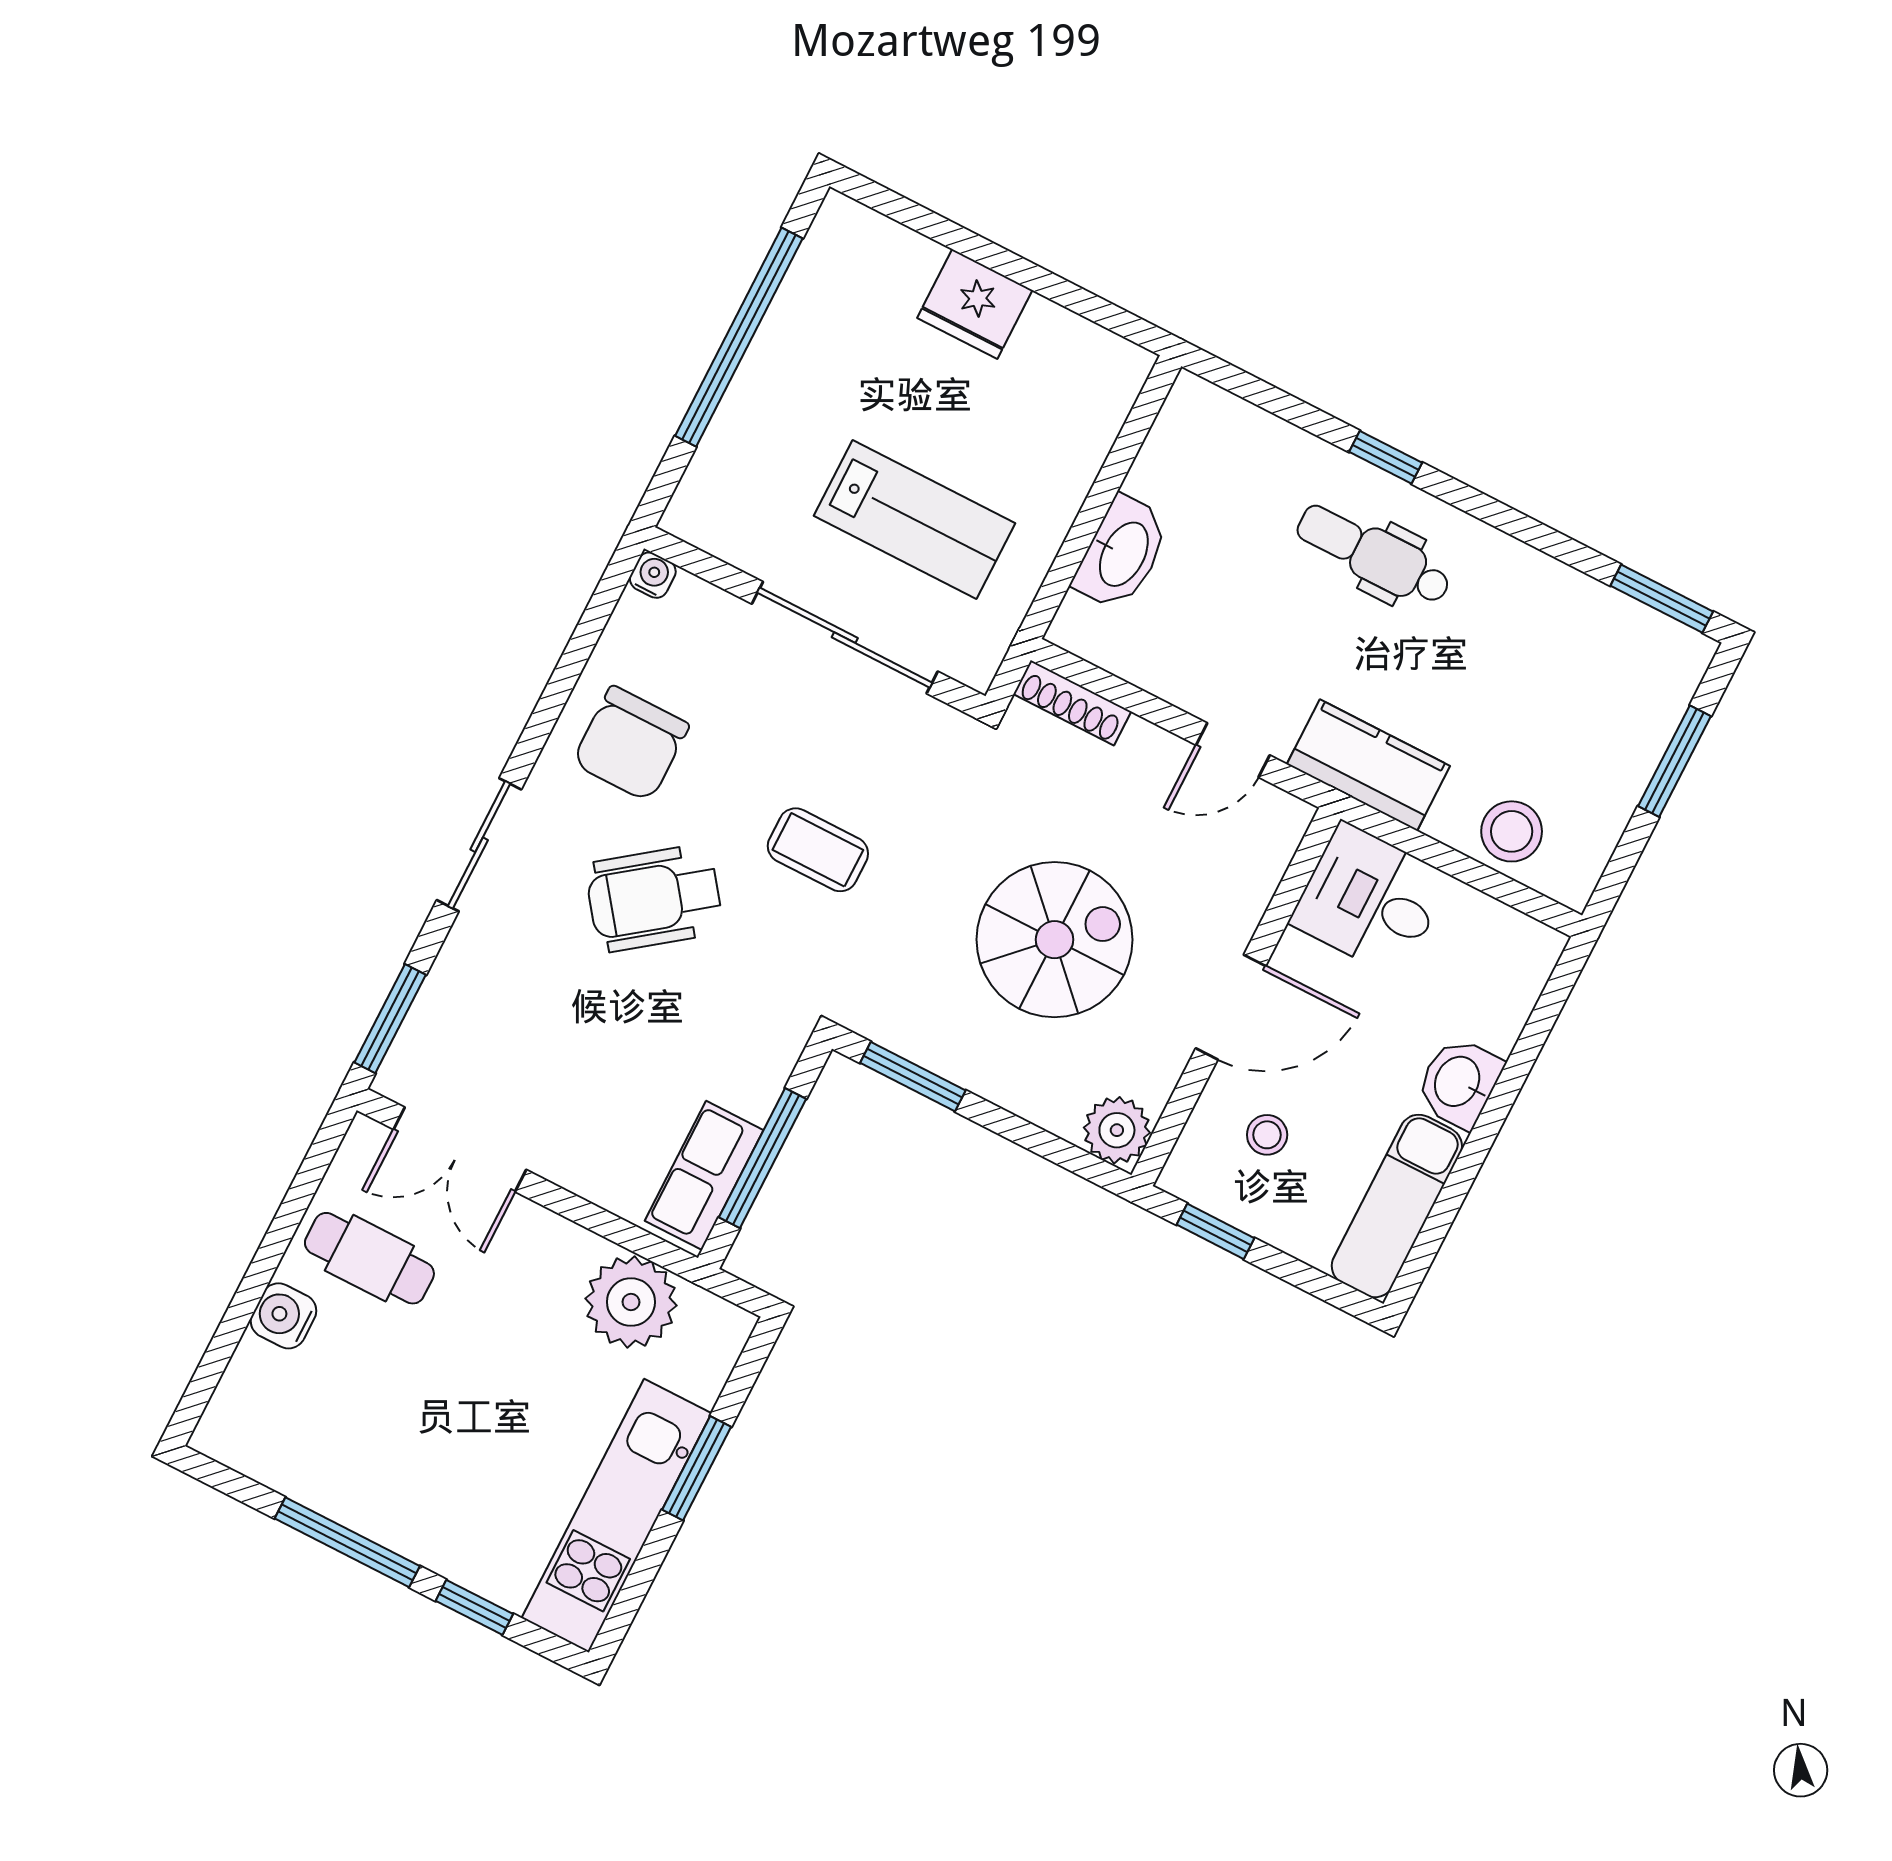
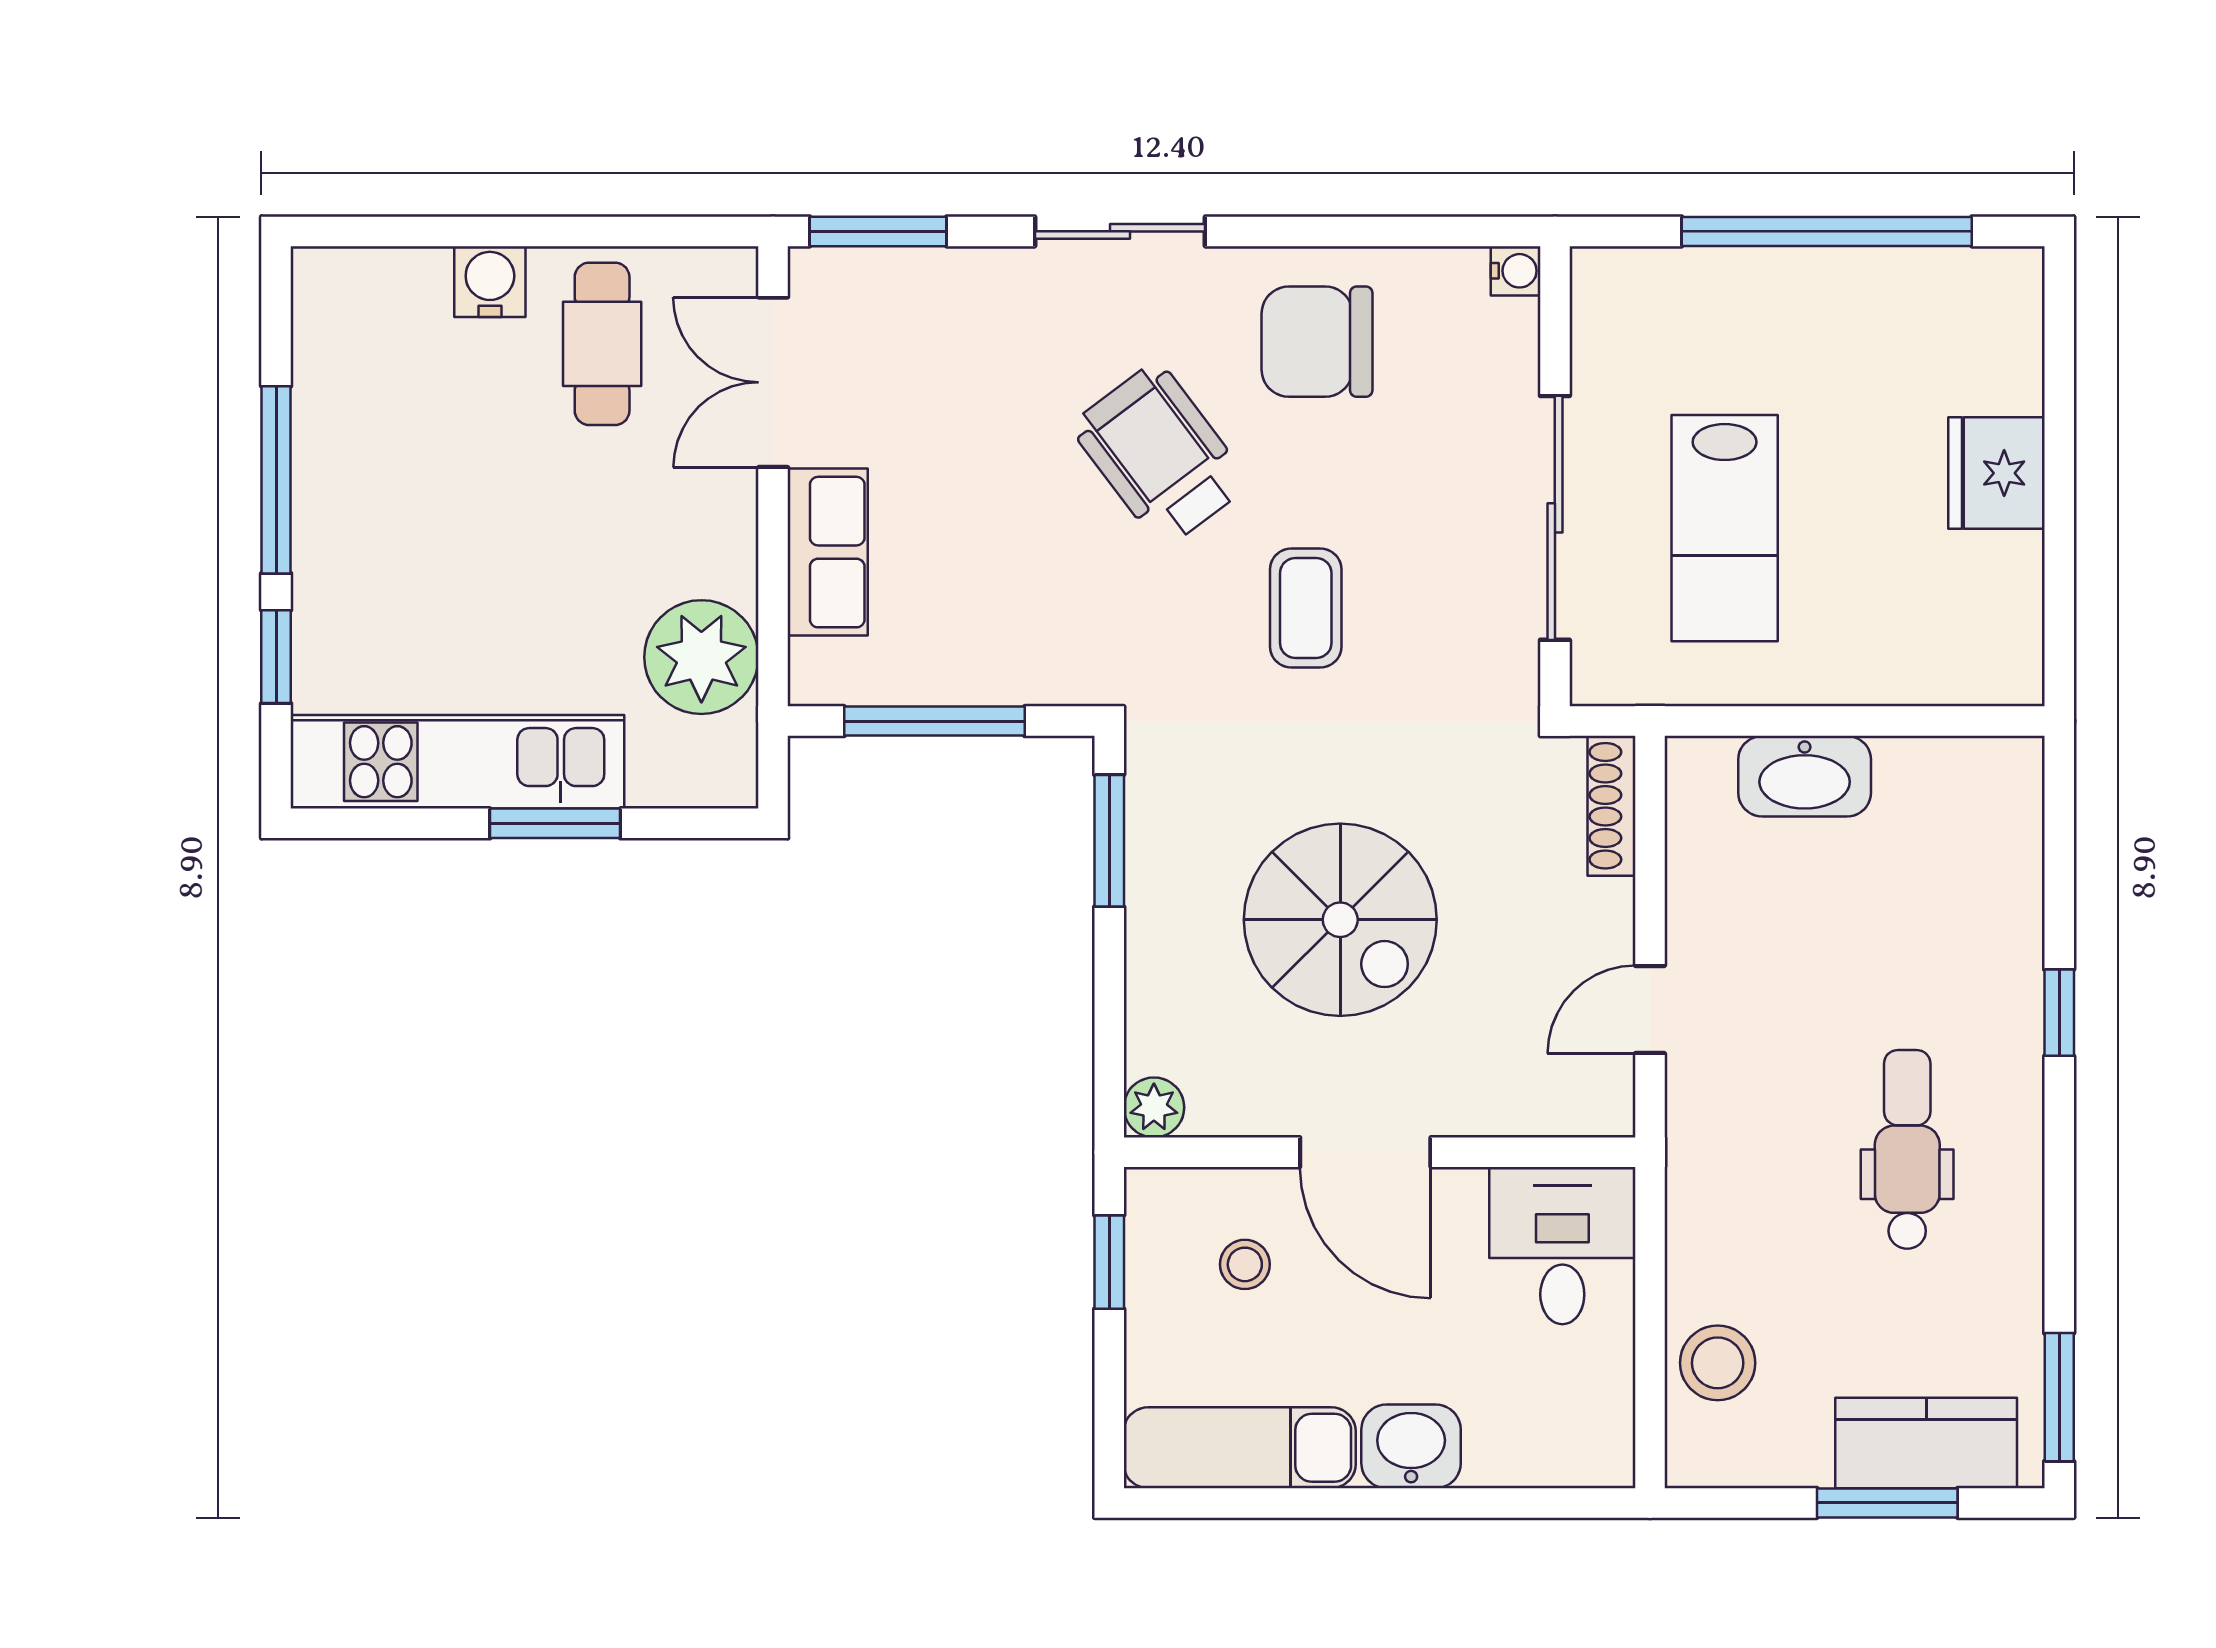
dental chair: (1374, 555) -> (1907, 1149), moved
door: (1233, 750) -> (1650, 1009), hinge flipped
kitchen counter: (1368, 765) -> (1926, 1443), moved, turned -90
plant: (1117, 1130) -> (1154, 1107), width x0.73, depth x0.73
row of seats: (704, 1175) -> (828, 552), moved, turned 90

